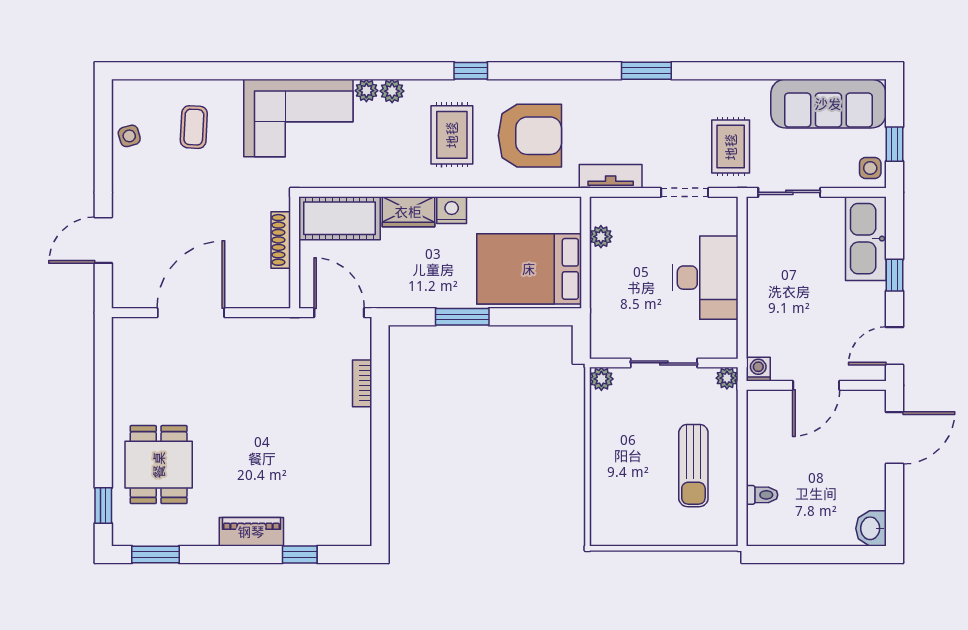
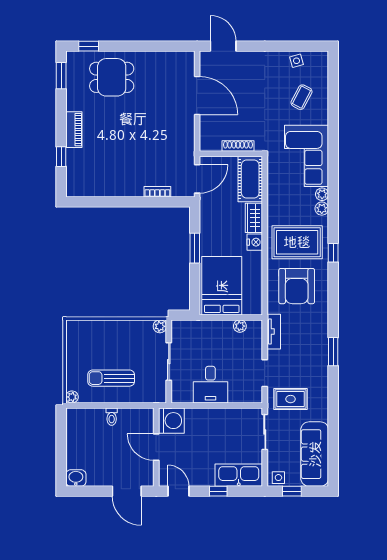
coffee table: (194, 127) -> (301, 97), turned -65
rug: (452, 135) -> (297, 242), width x1.36, depth x1.43
door: (103, 240) -> (223, 46), moved
desk: (705, 278) -> (210, 385), width x0.73
washing machine: (758, 369) -> (171, 421), width x1.89, depth x1.89
plant: (727, 378) -> (72, 397), moved
toilet: (762, 495) -> (112, 417), moved

